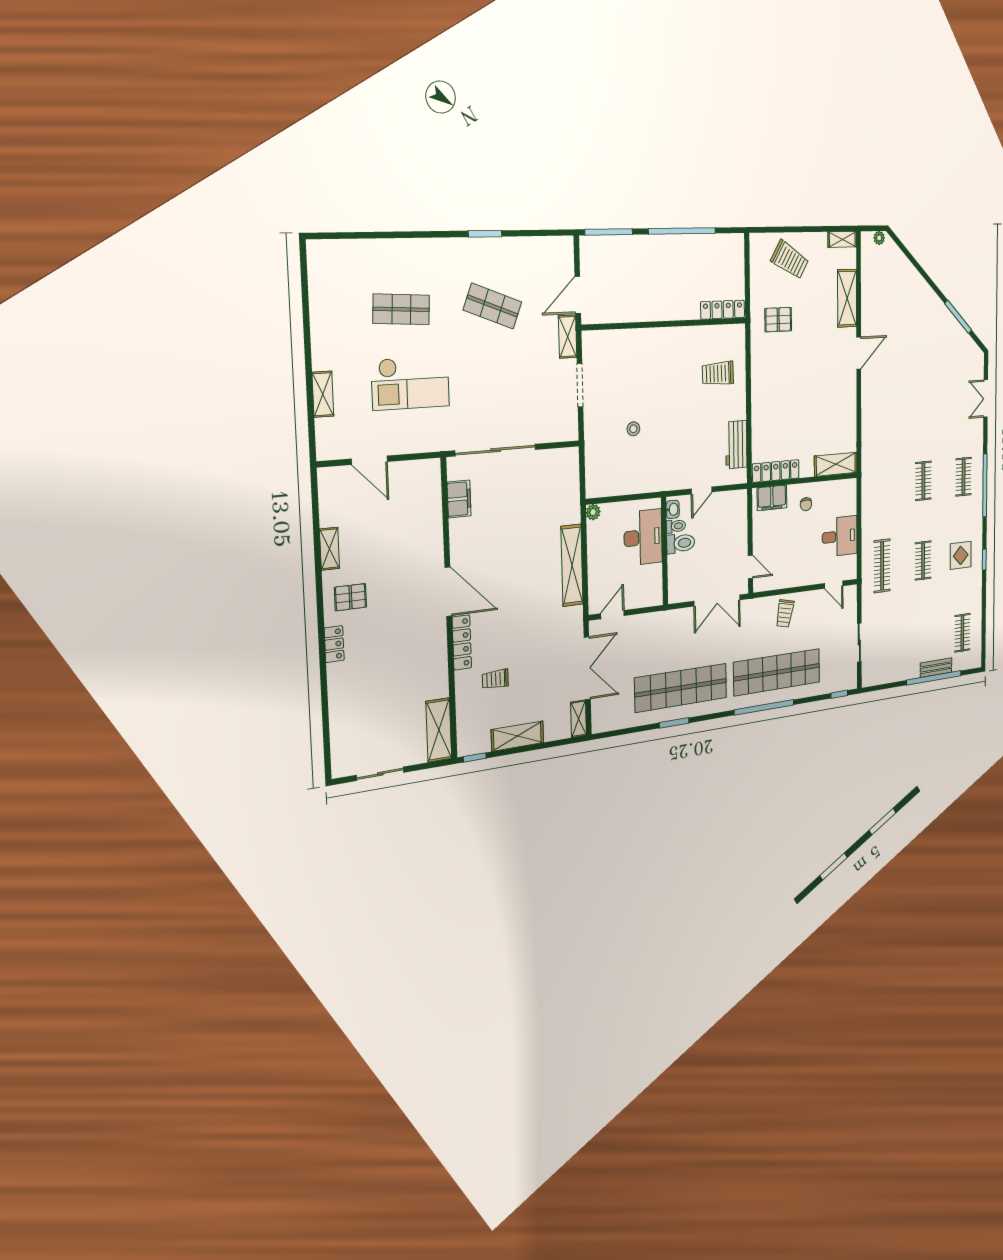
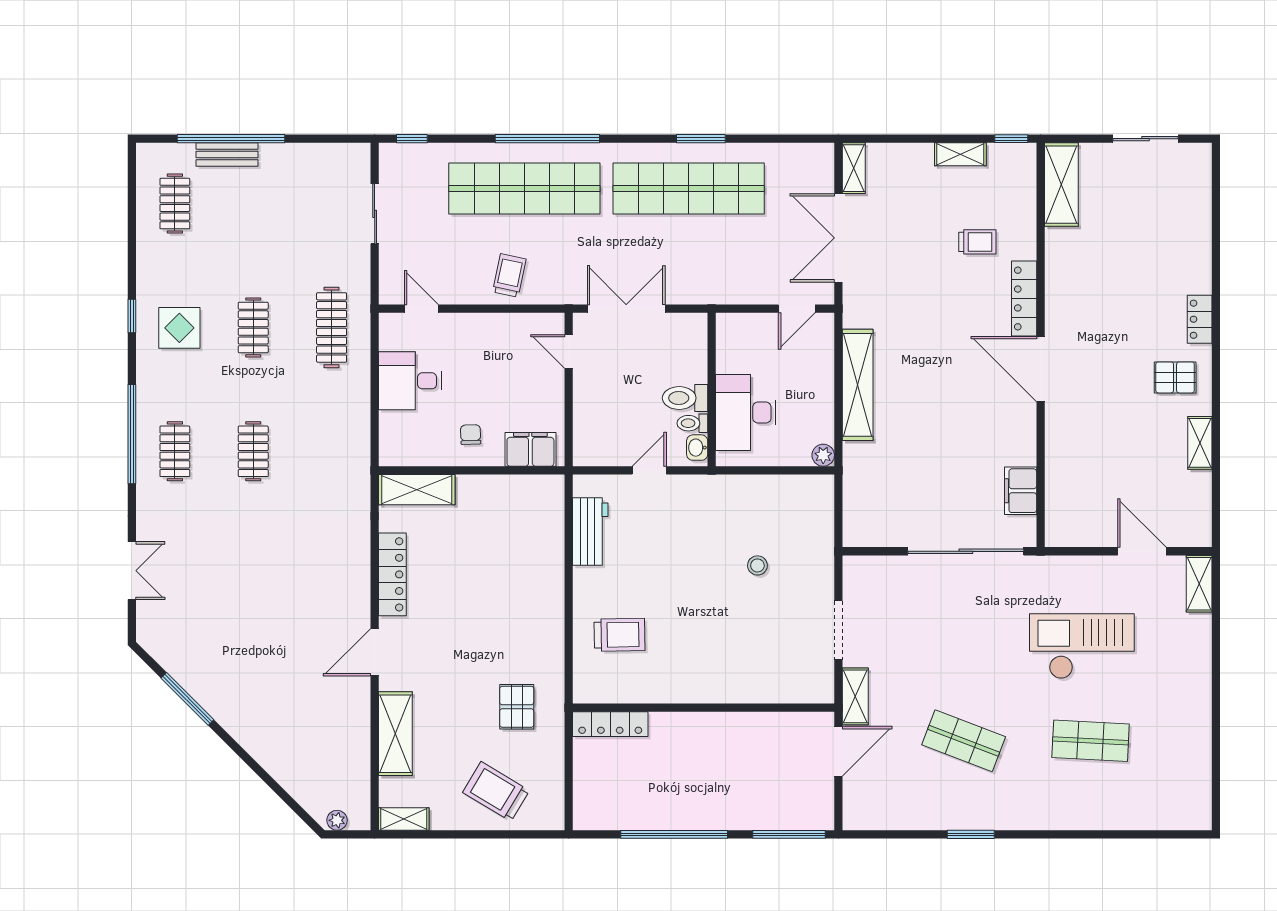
pallet: (778, 320) -> (517, 707), turned 90
shelving: (323, 394) -> (1199, 584), moved
locker: (776, 471) -> (392, 574), moved, turned -90
shelving: (517, 736) -> (960, 154), width x0.67, depth x0.75

